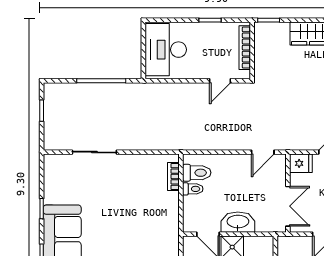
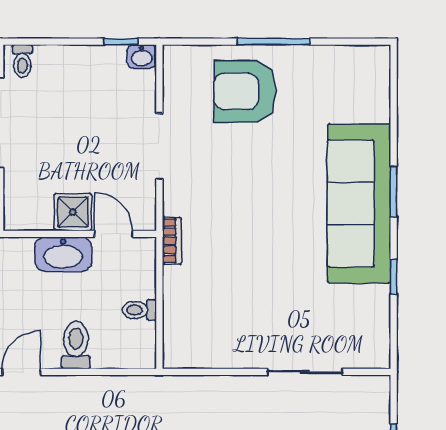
toilet: (197, 173) -> (76, 345), moved, turned 90
bookcase: (173, 176) -> (172, 241), moved

